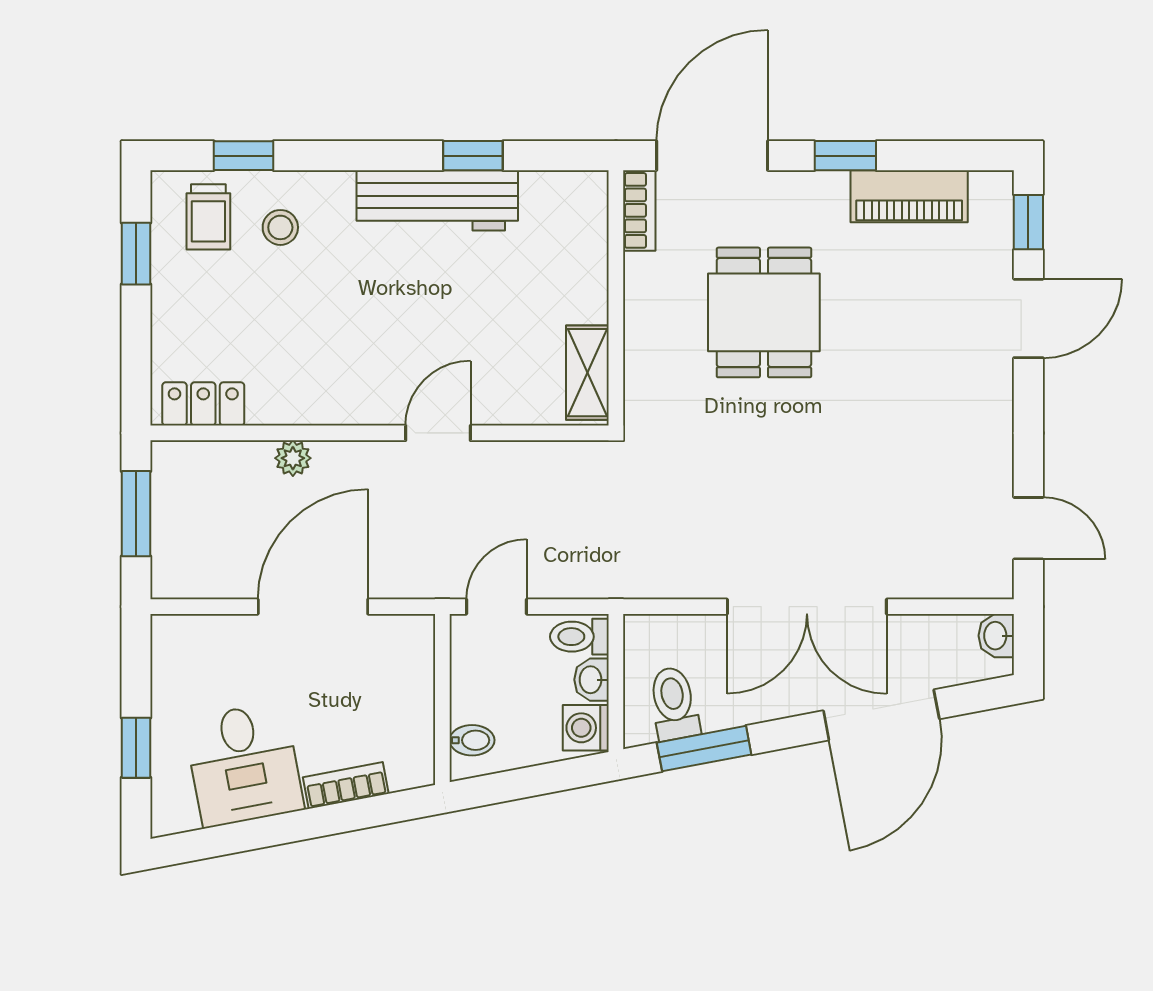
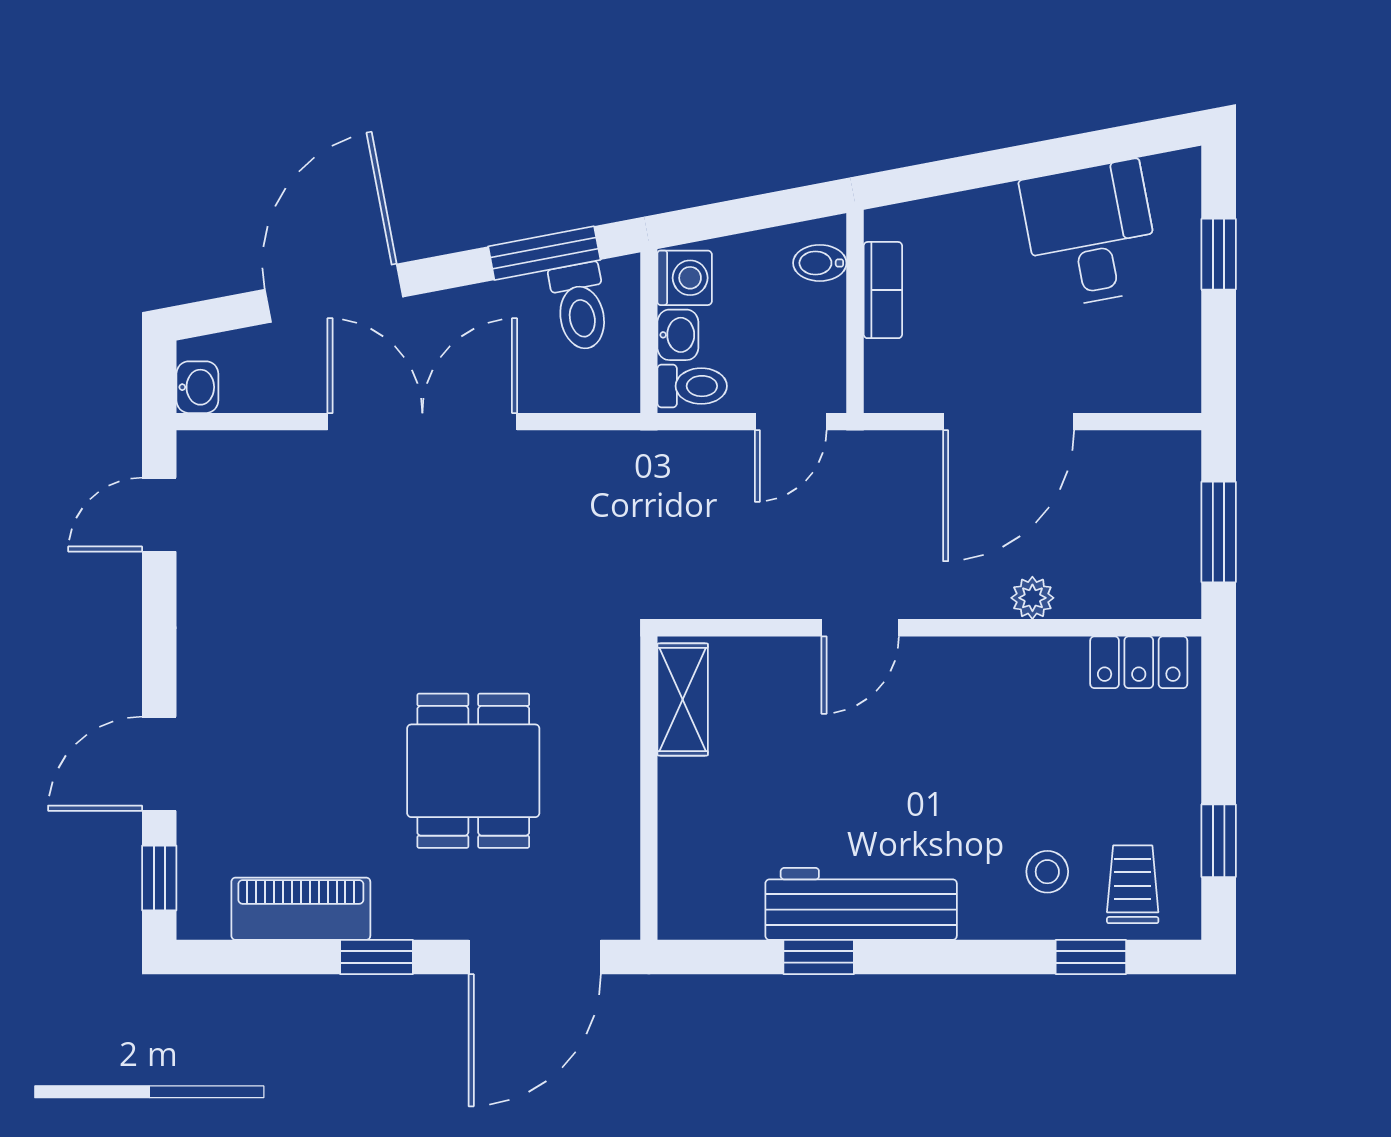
bookcase: (639, 210) -> (621, 892), removed
door: (1028, 528) -> (159, 515), hinge flipped
bookcase: (346, 785) -> (883, 290), moved, turned -79

